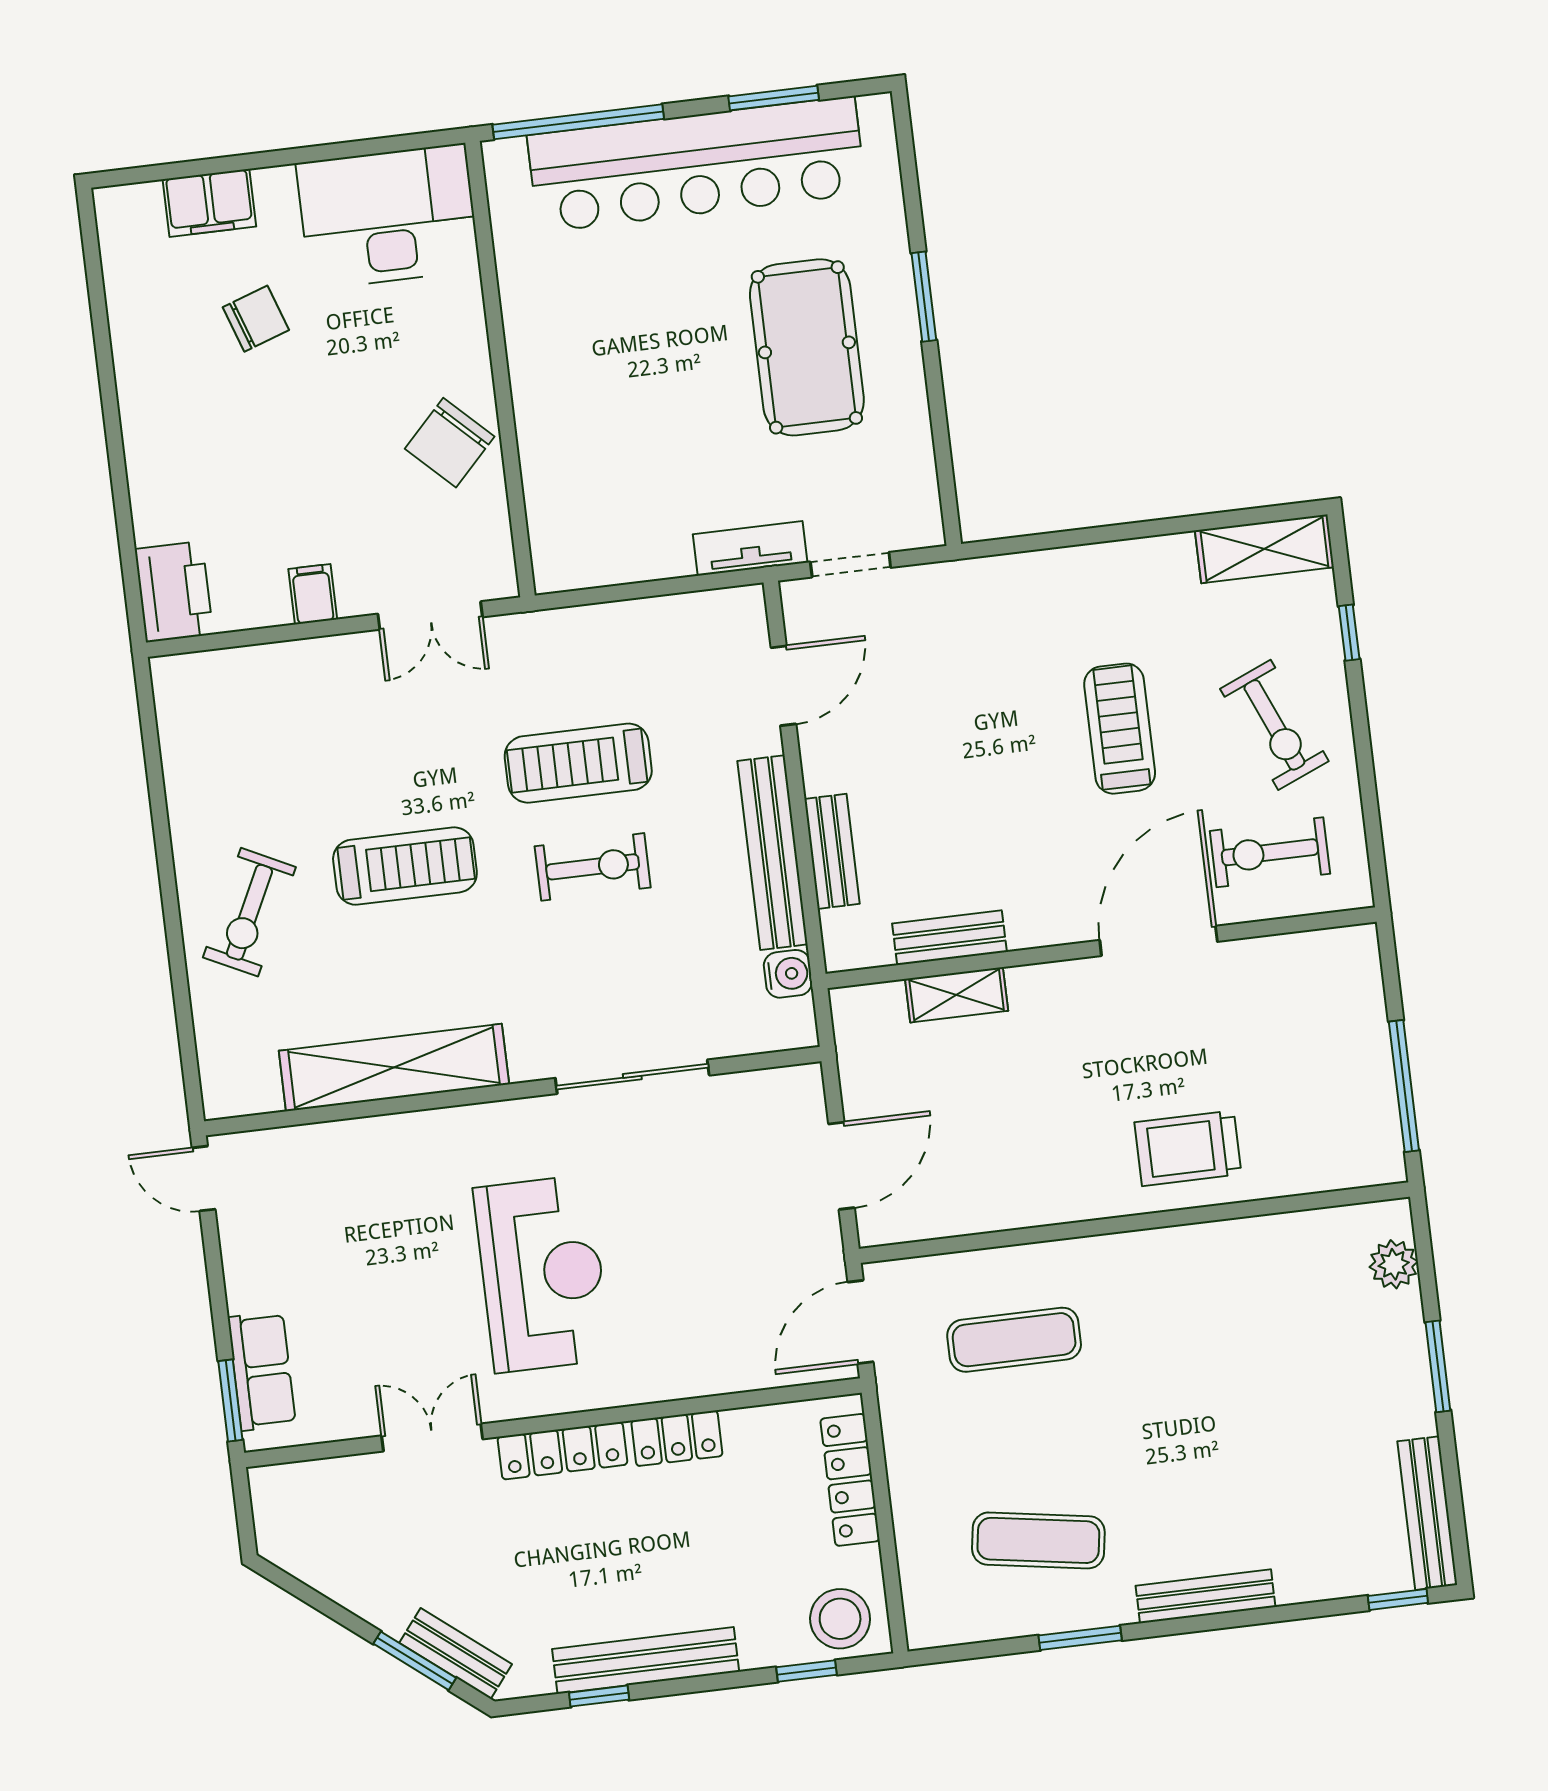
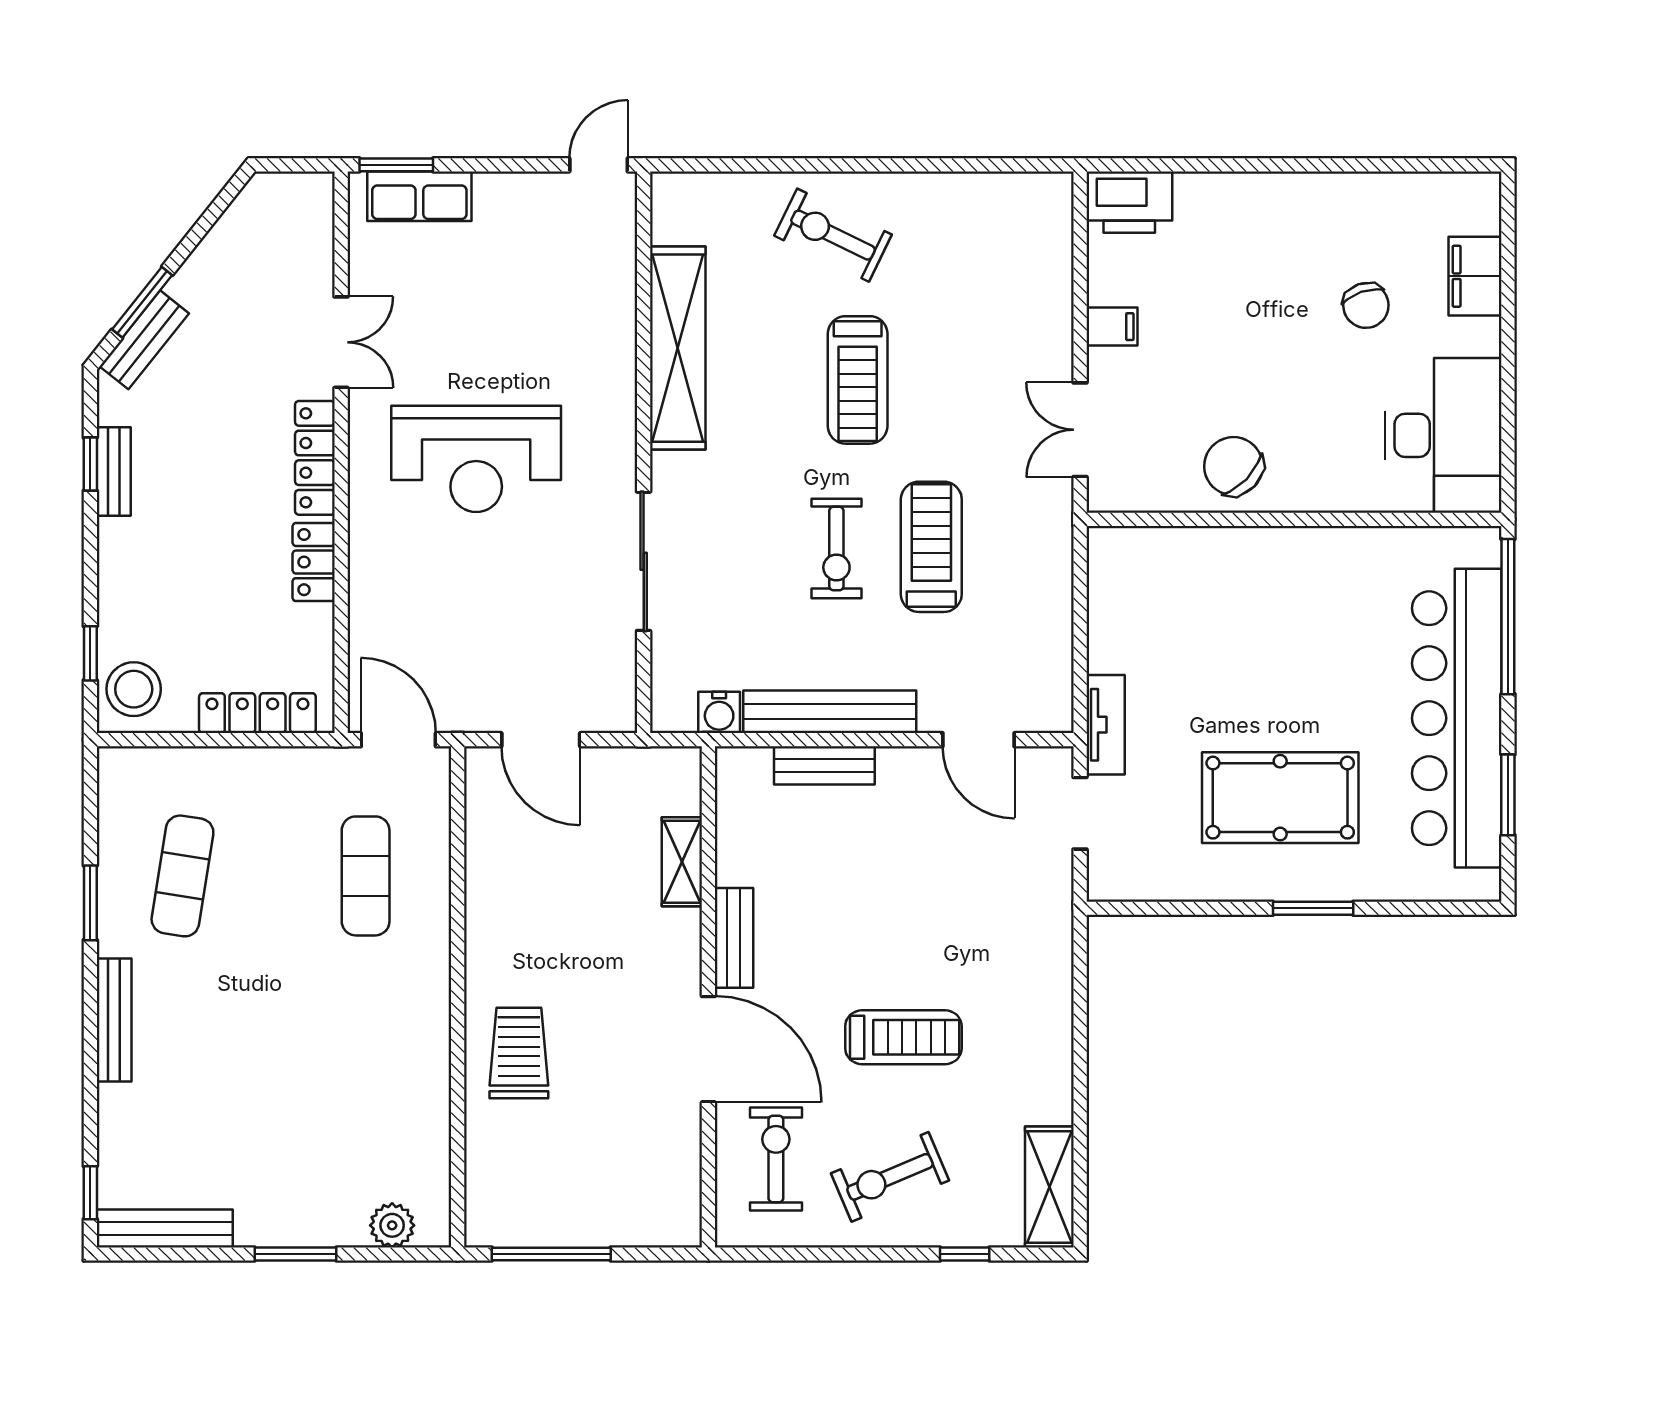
bench: (949, 938) -> (734, 938), moved
bench: (646, 1660) -> (114, 471), width x0.54, depth x0.82

